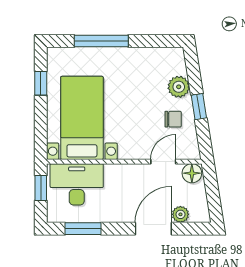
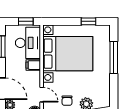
bed with nightstands: (82, 118) -> (68, 54), width x1.36
filing cabinet: (114, 175) -> (33, 65), added

